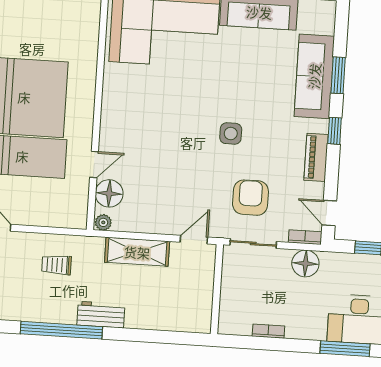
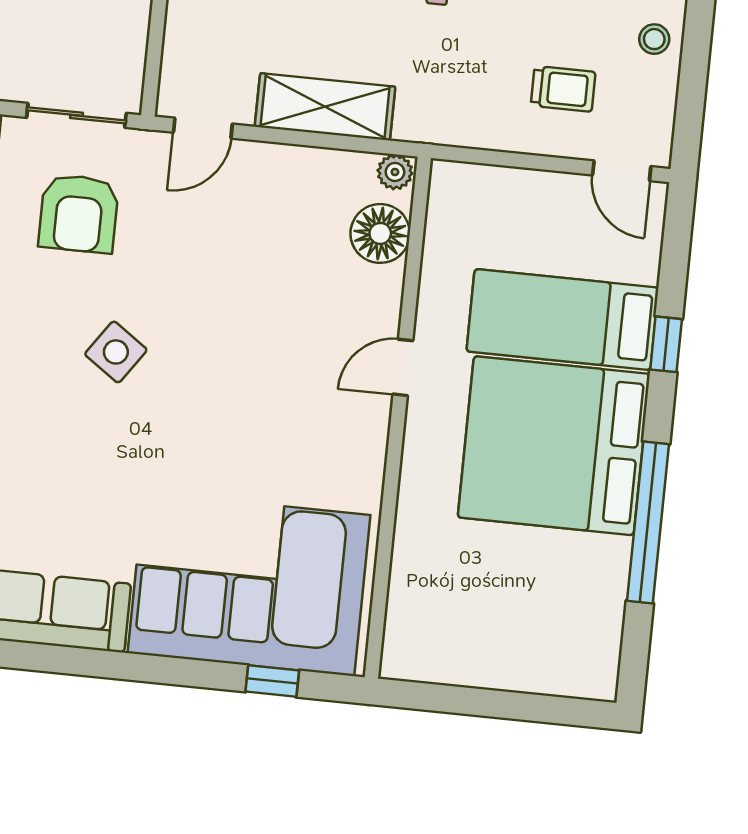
side table: (231, 133) -> (116, 352), turned 35
door: (94, 165) -> (403, 367), moved
trolley: (56, 265) -> (563, 89), moved

